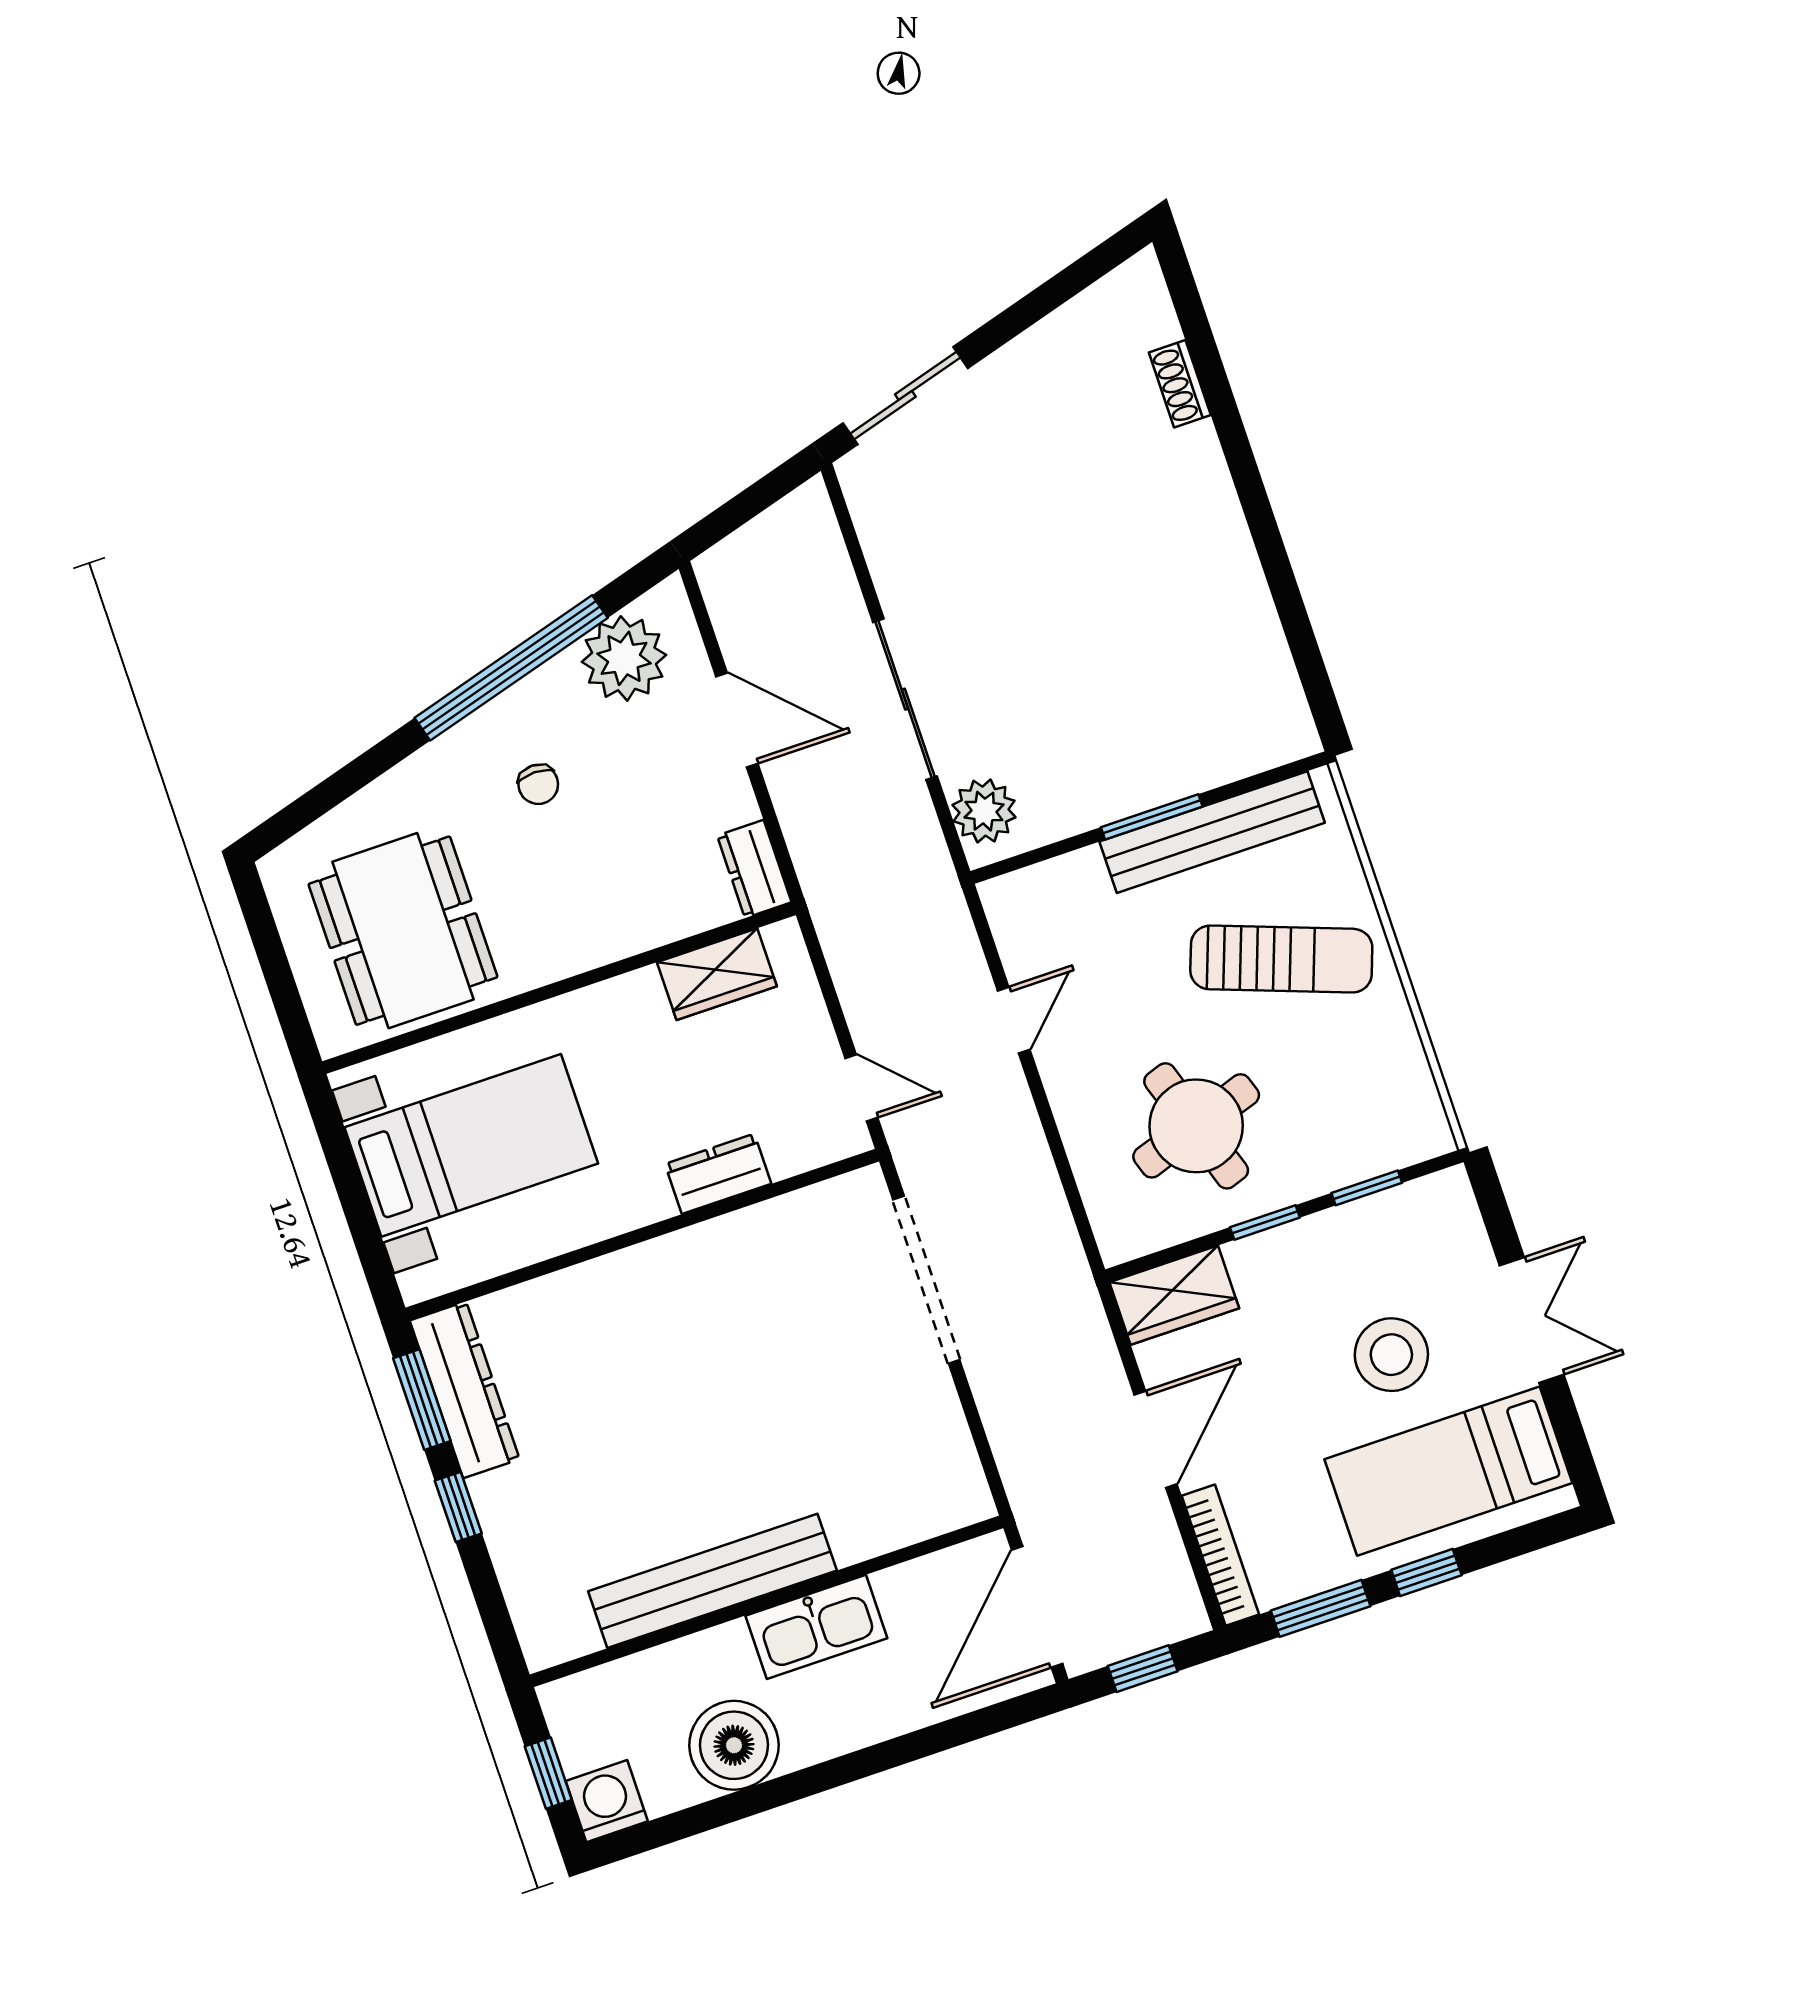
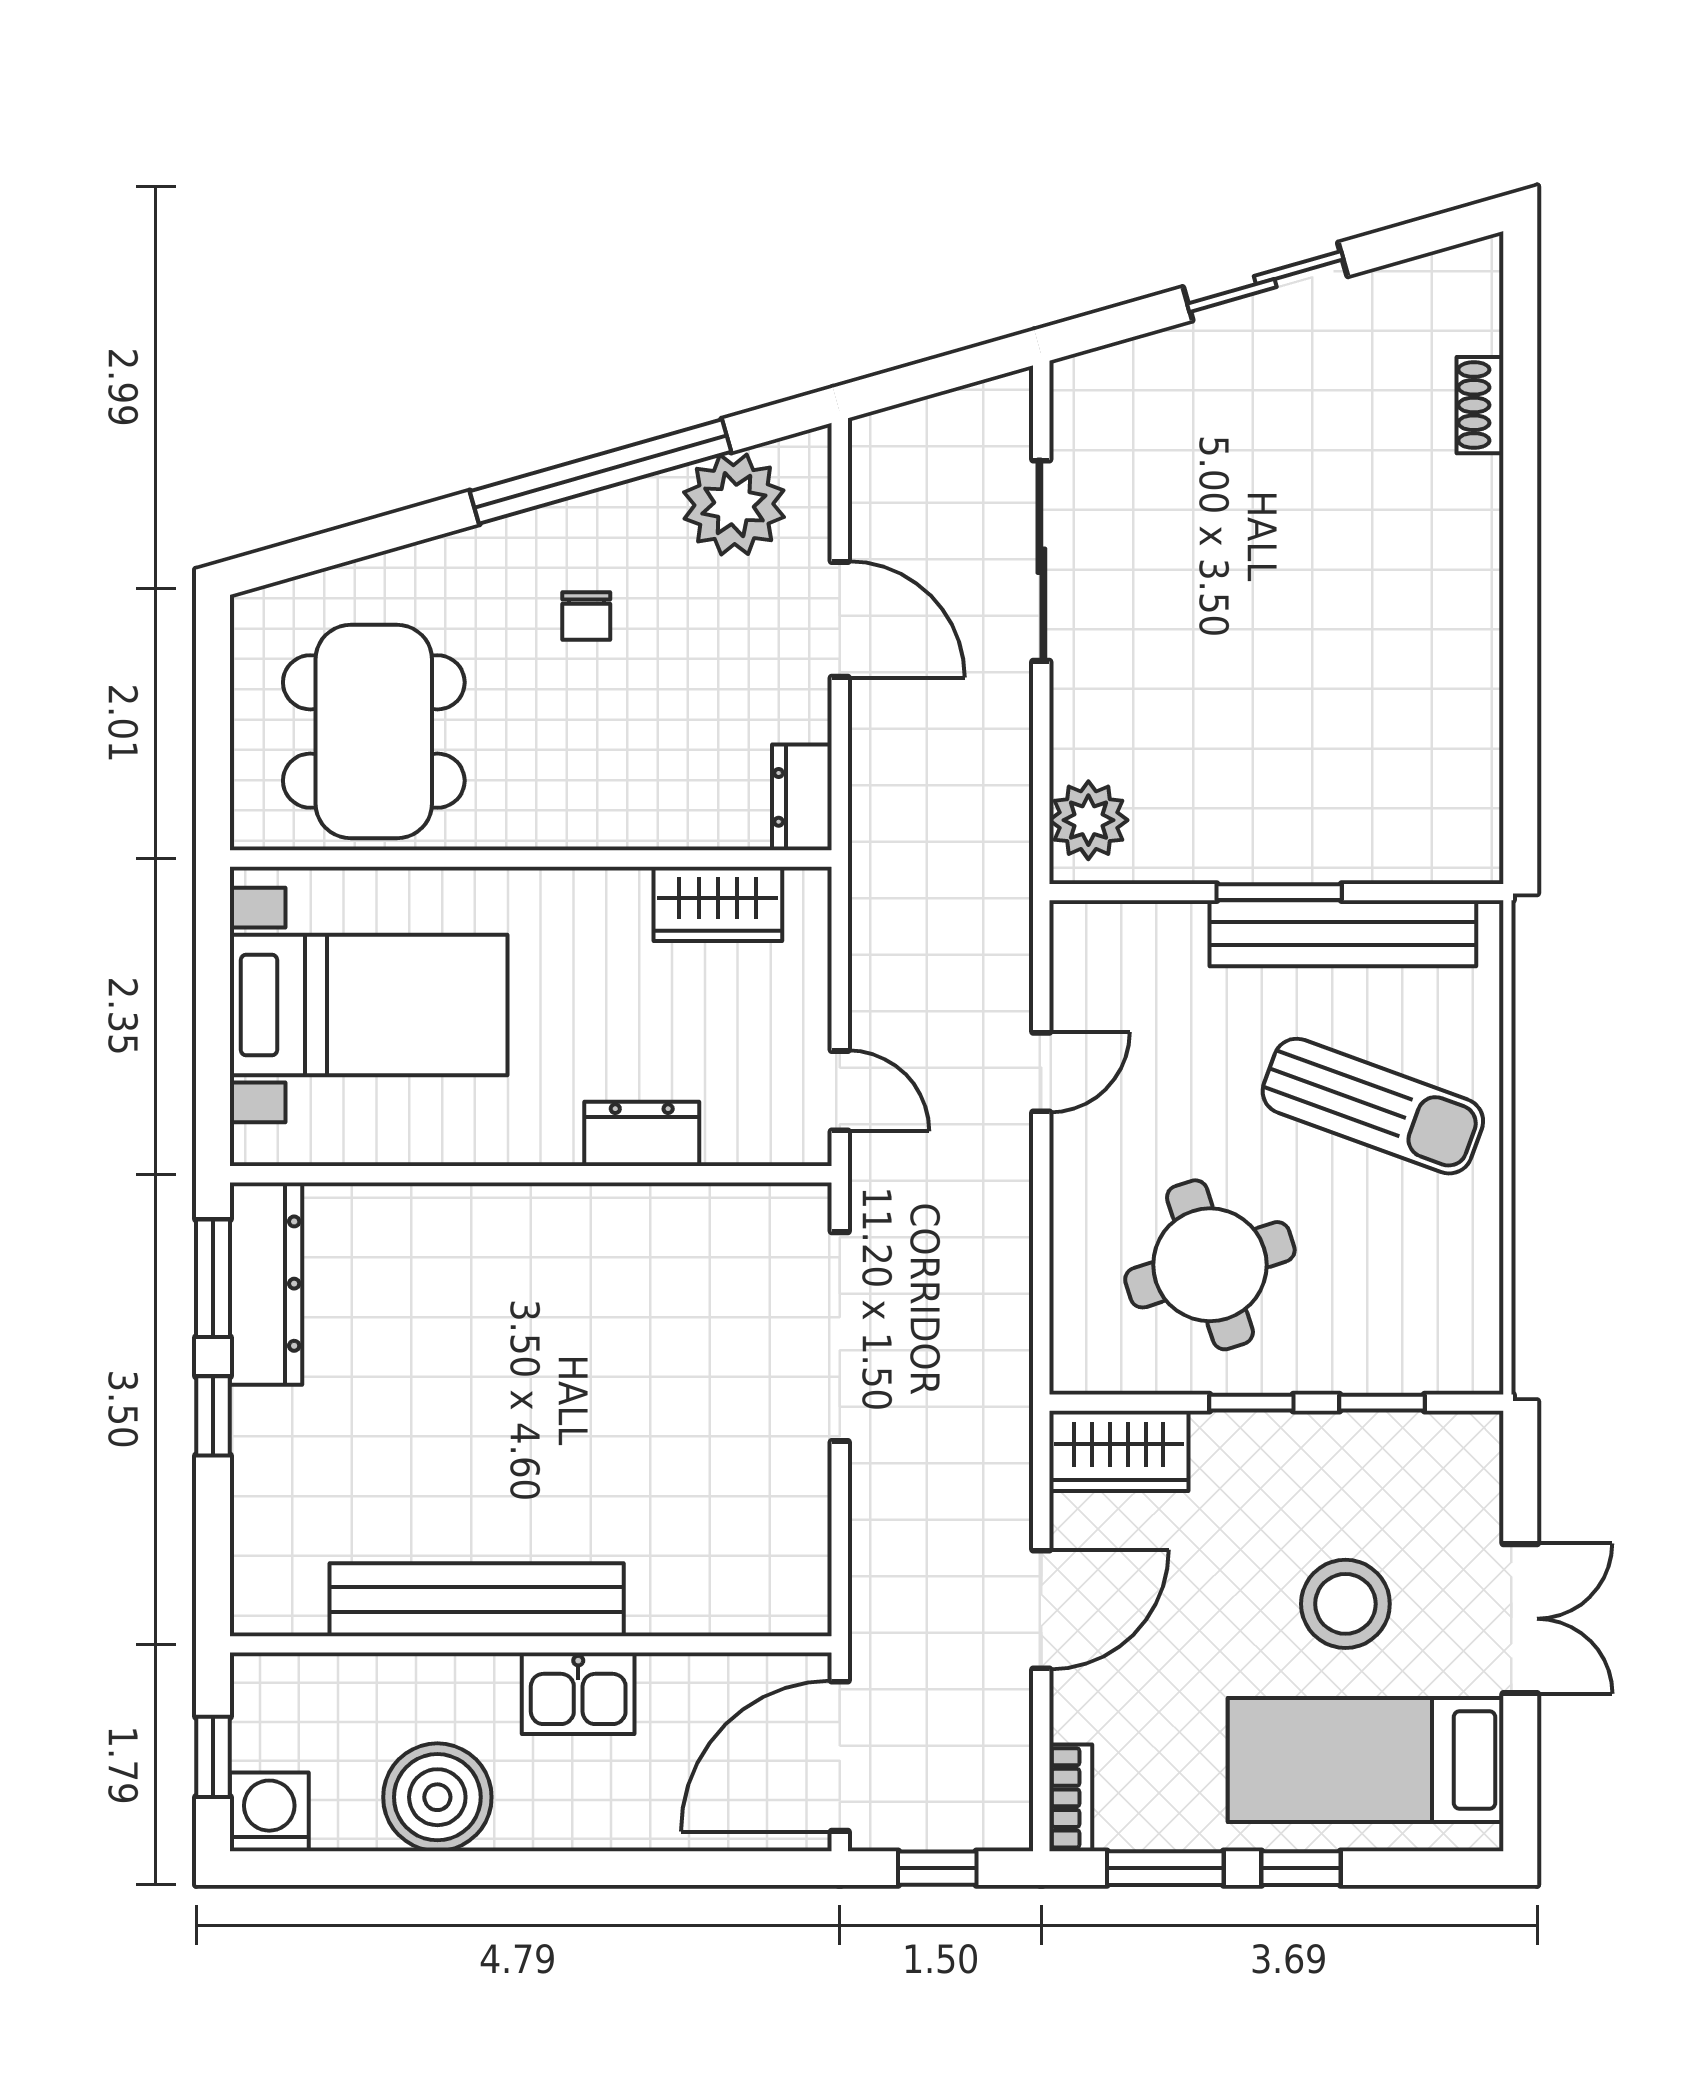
sliding door: (905, 396) -> (1265, 282), moved
sliding door: (905, 699) -> (1041, 561), moved
bookcase: (1220, 1555) -> (1071, 1798), width x0.64
kitchen sink: (816, 1627) -> (578, 1693), width x0.73

